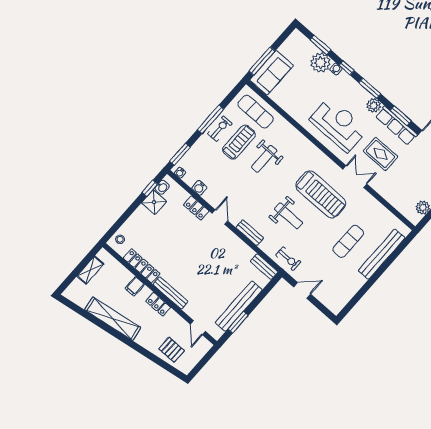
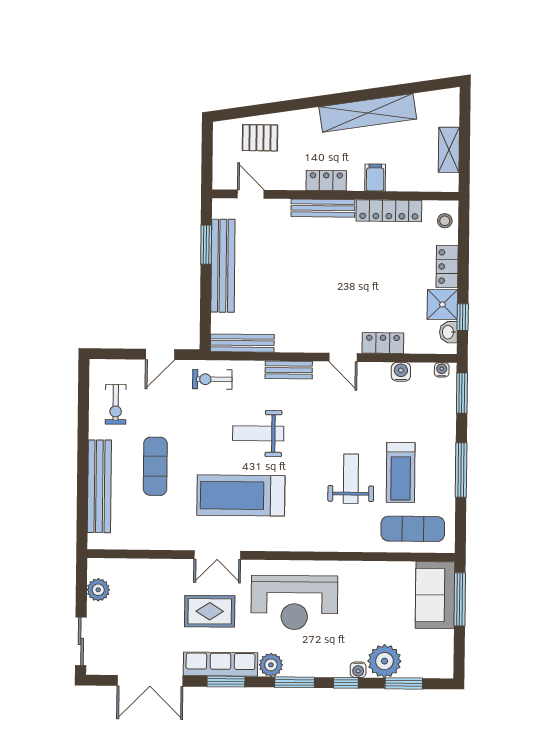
exercise bike: (220, 129) -> (116, 404), moved
locker: (137, 218) -> (447, 267), added
bench: (264, 267) -> (242, 343), width x1.36

